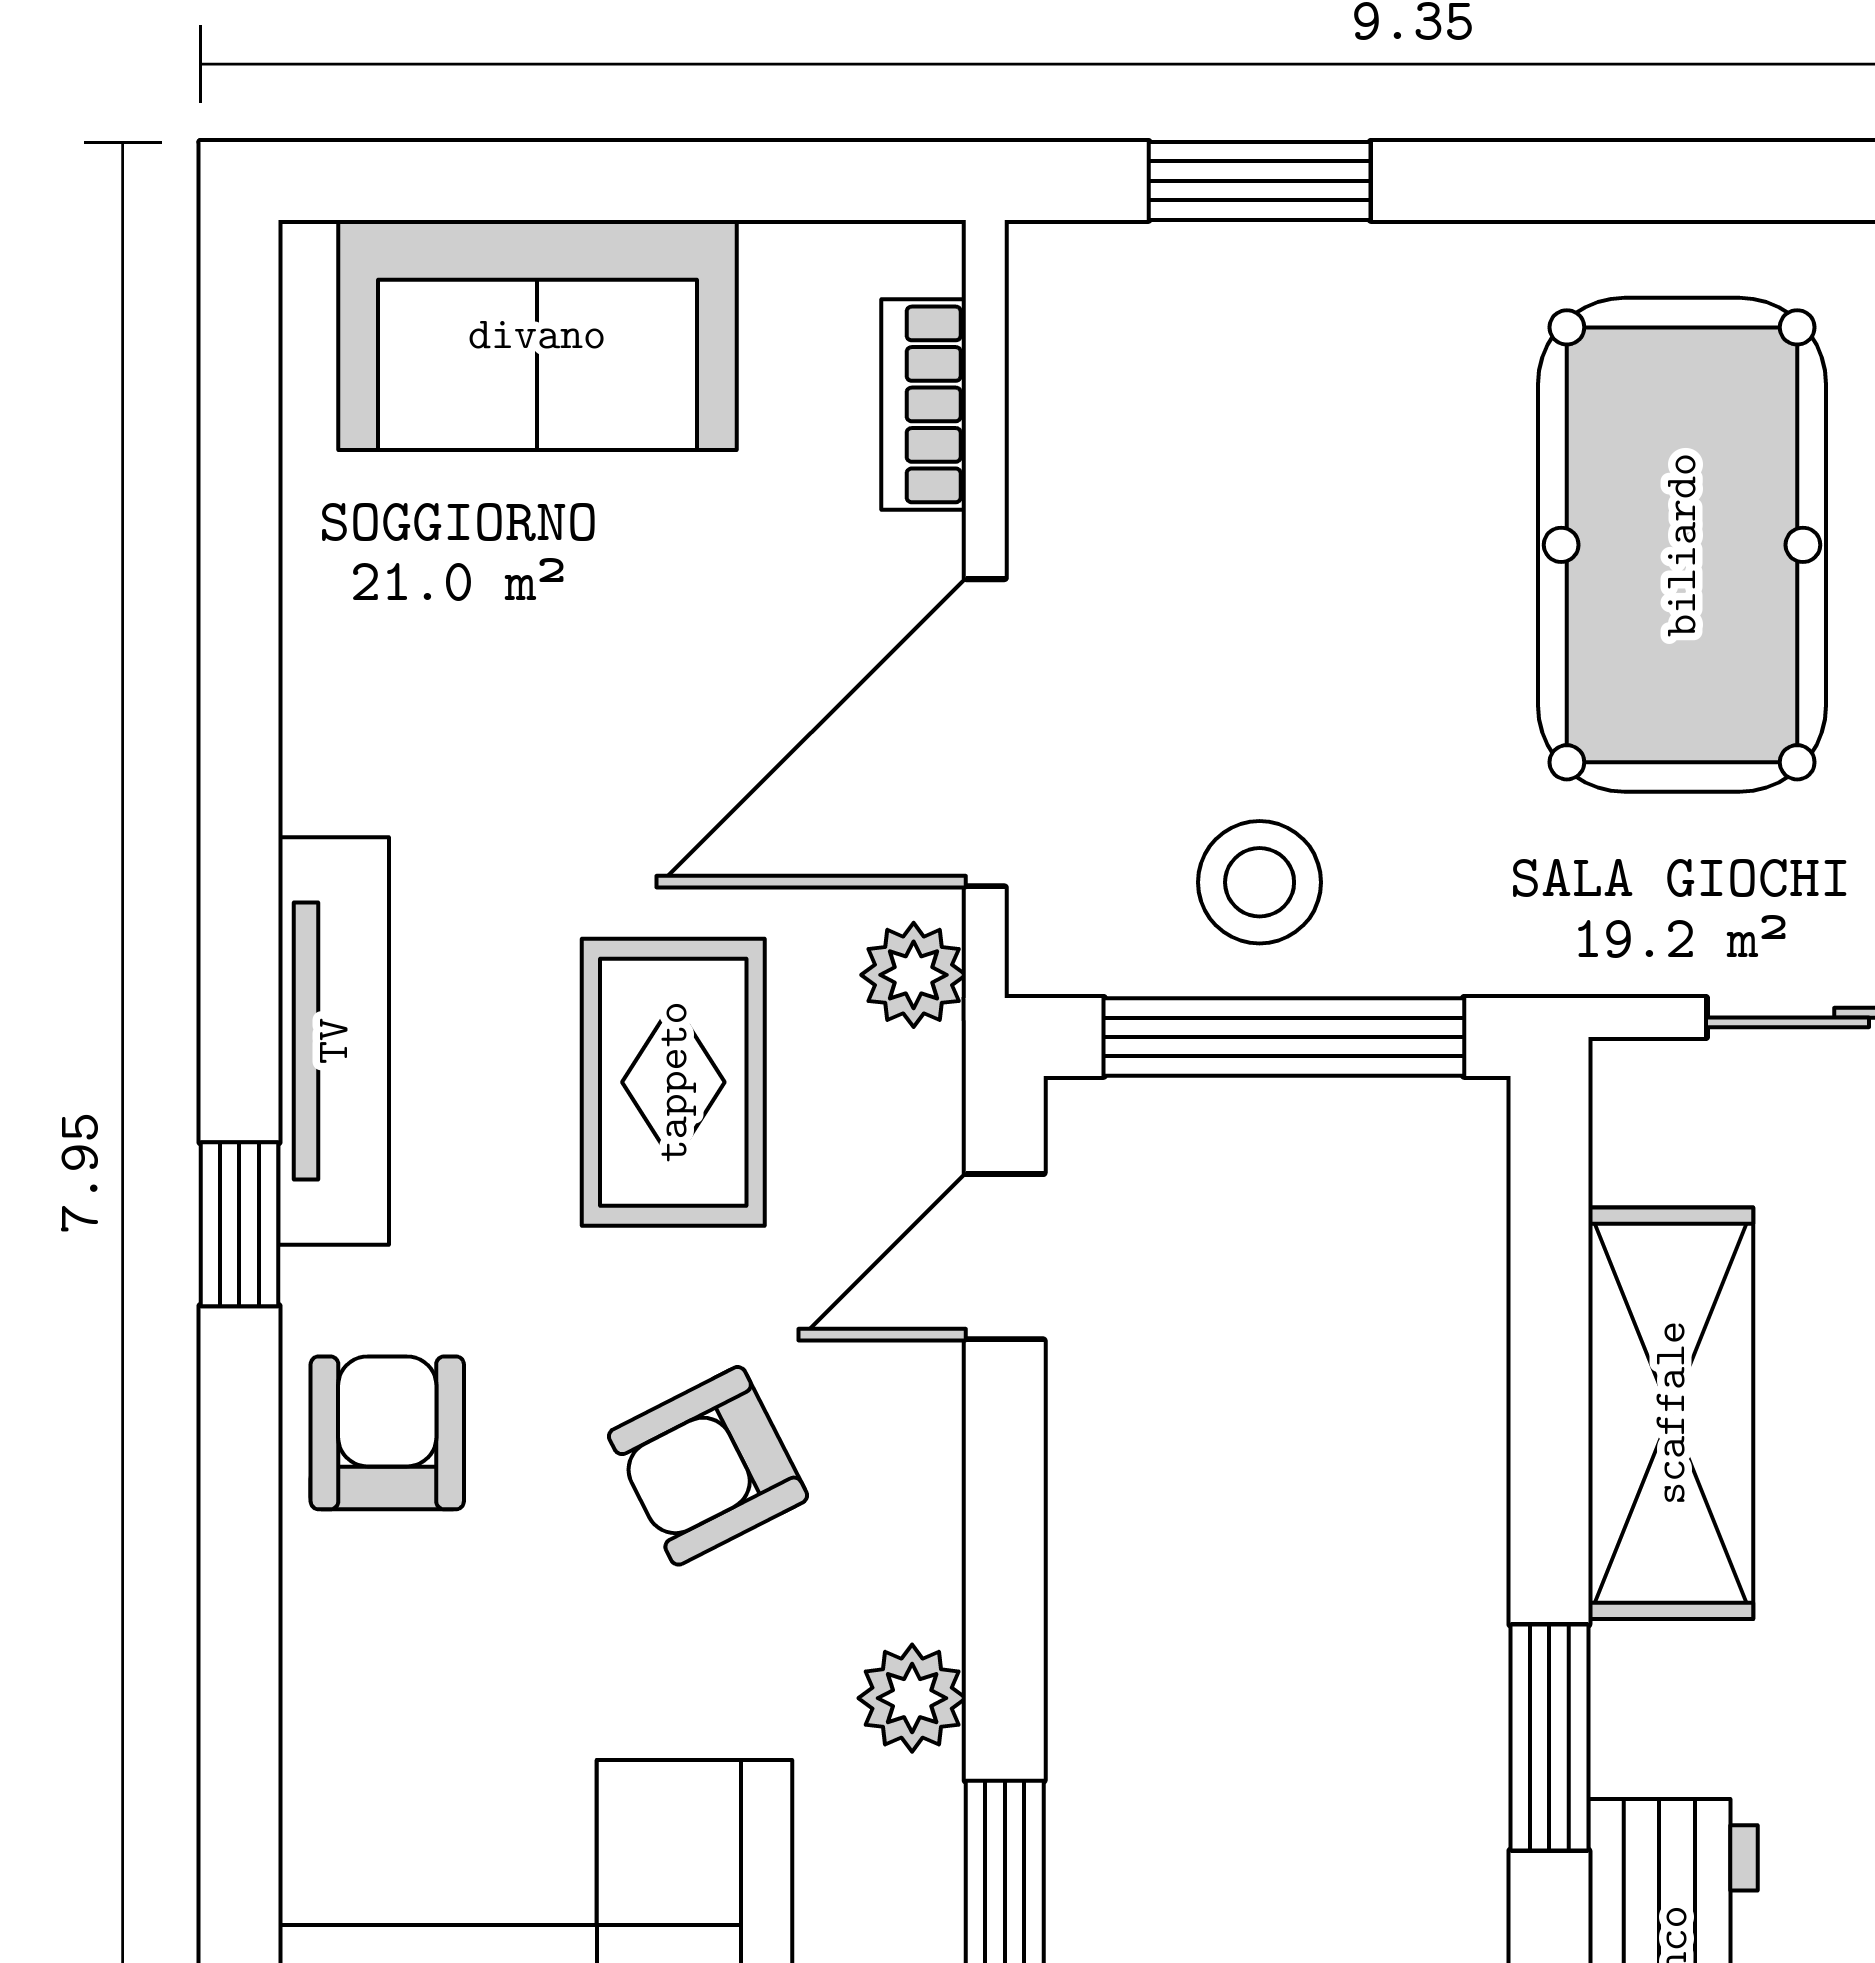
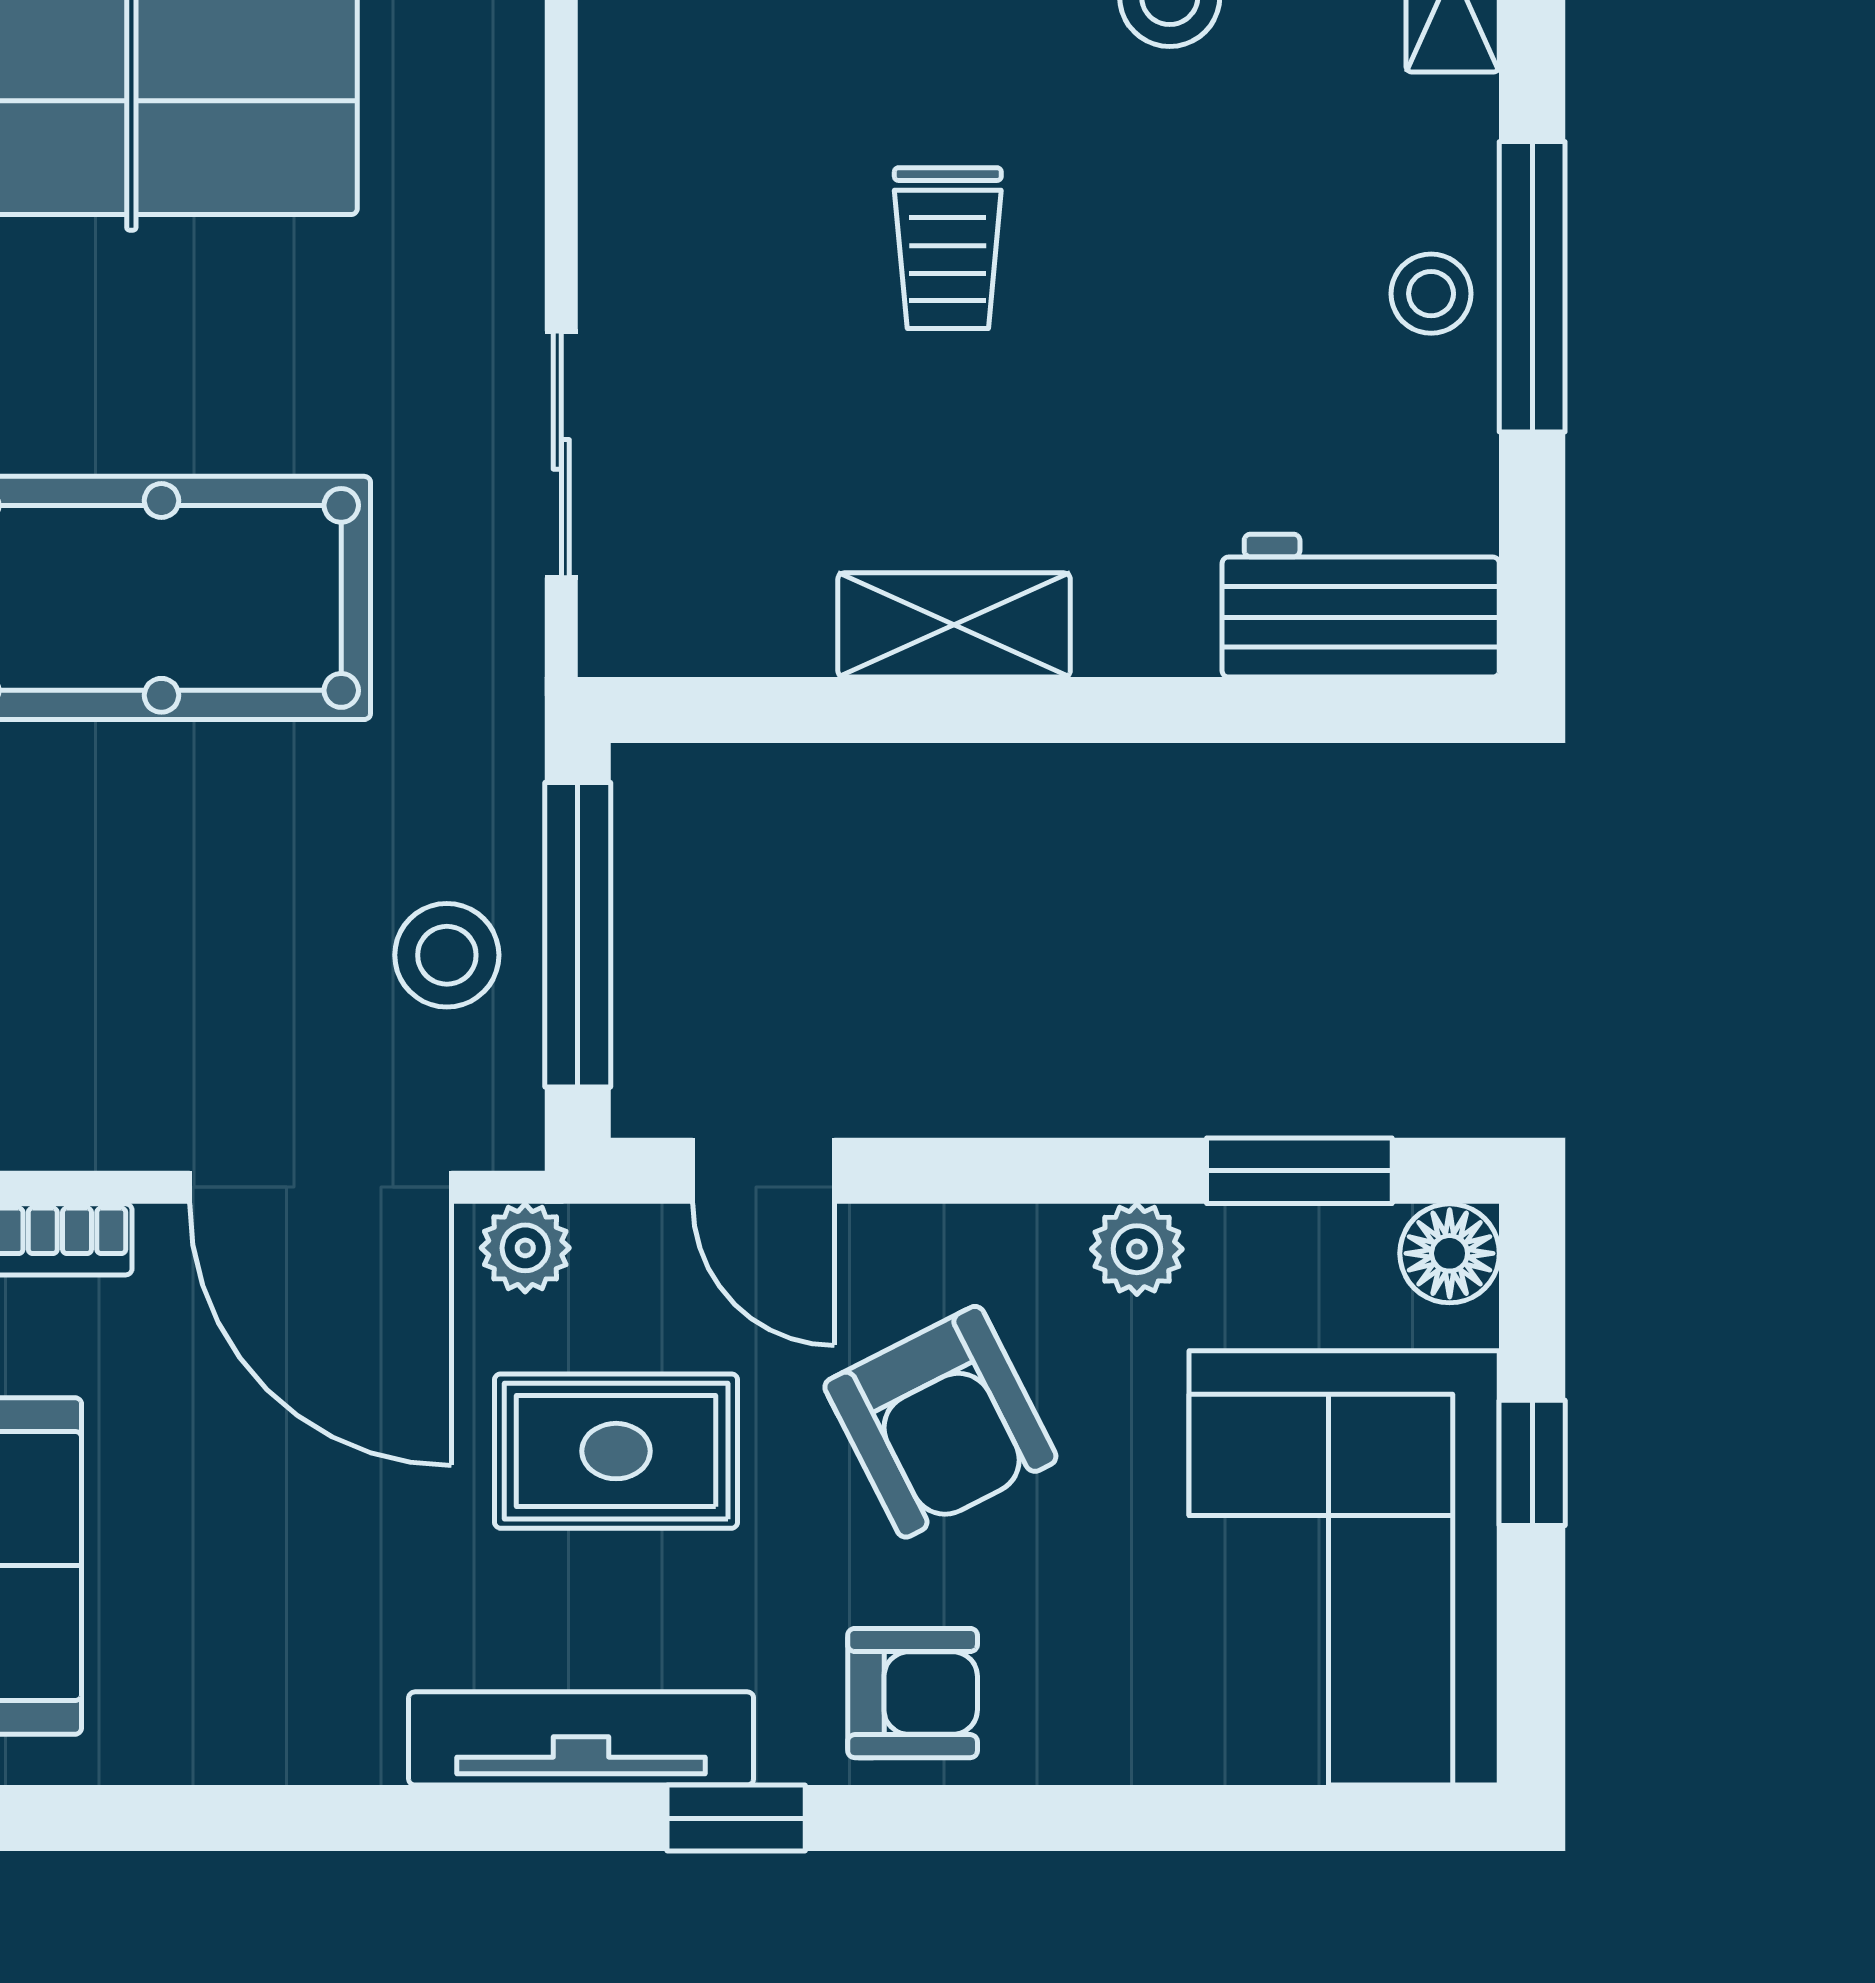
shelving: (1671, 1413) -> (954, 625), width x0.67, depth x0.75
armchair: (387, 1433) -> (913, 1693), turned 180
armchair: (708, 1466) -> (940, 1422), width x1.38, depth x1.38
window: (1549, 1738) -> (1170, 710), removed

